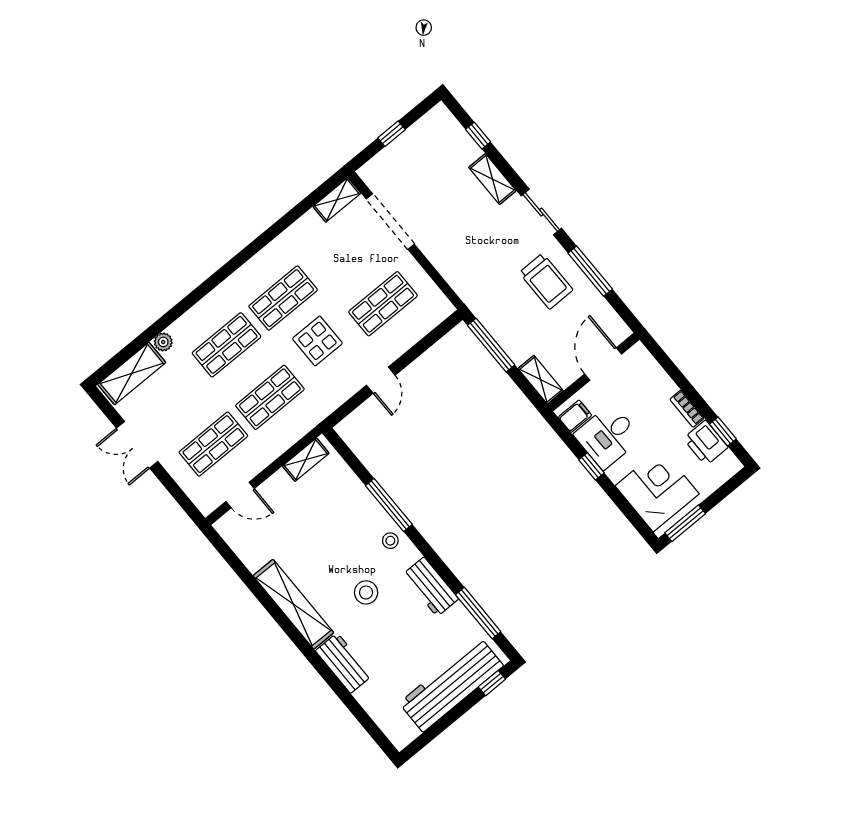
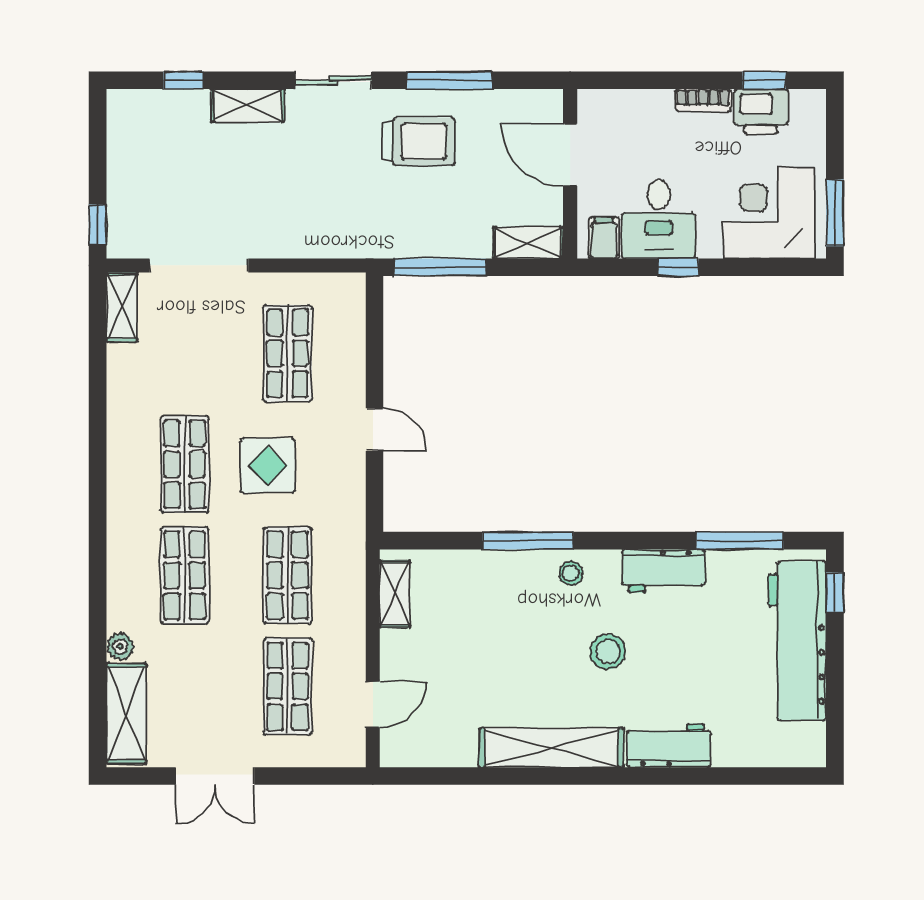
window: (391, 134) -> (98, 225), moved

